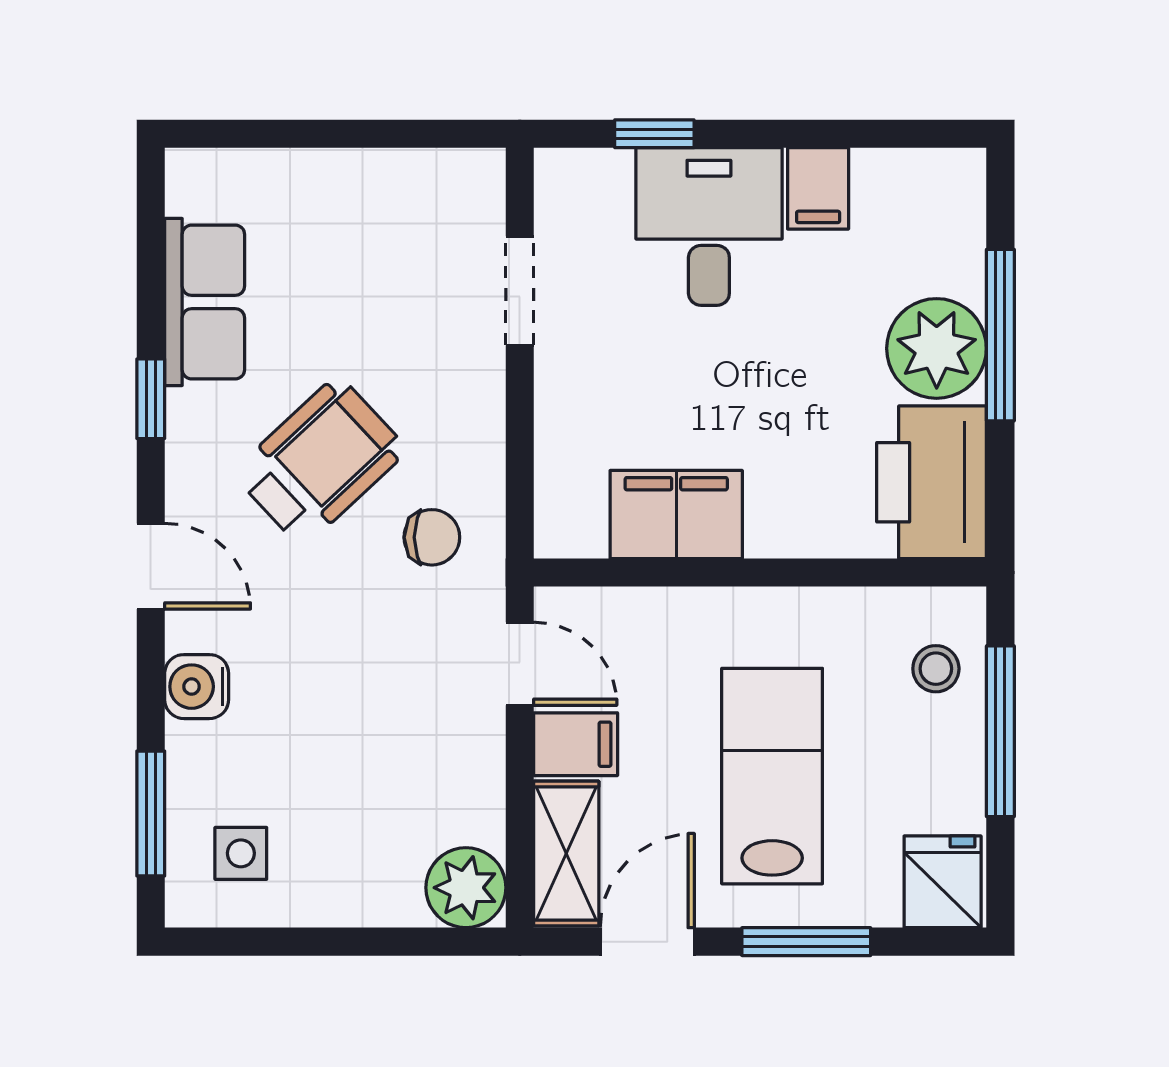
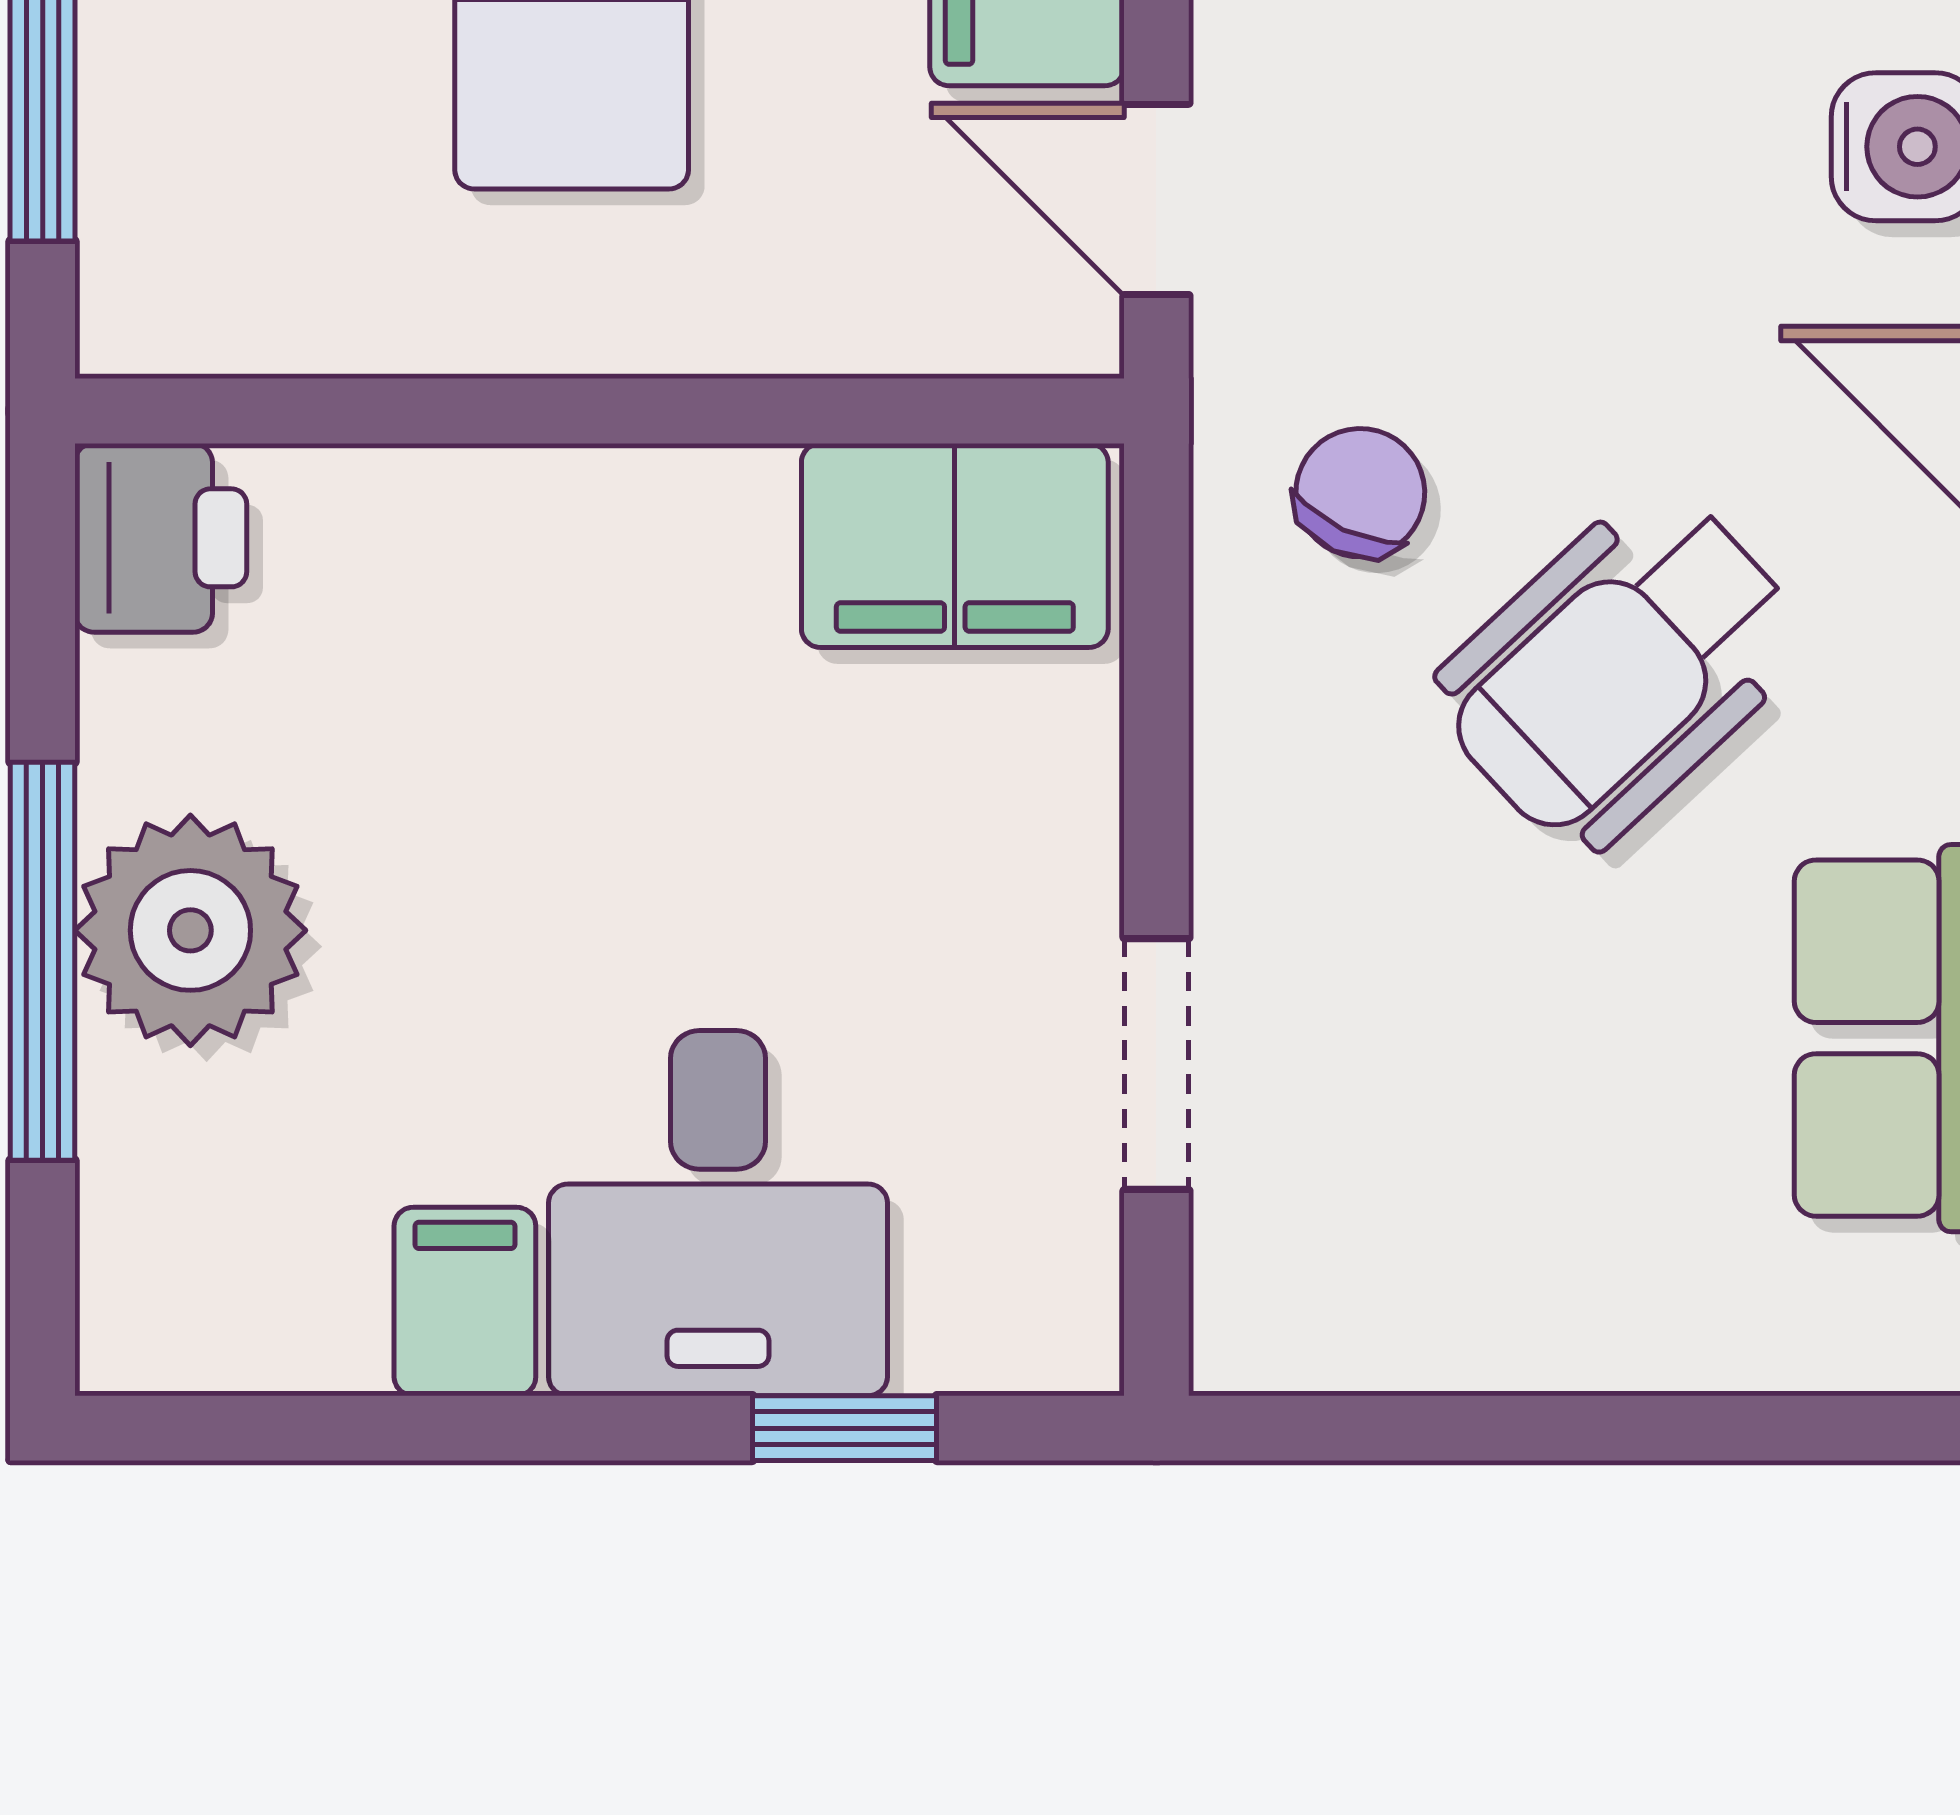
printer: (932, 482) -> (161, 538), width x0.53, depth x0.68
filing cabinet: (676, 515) -> (955, 545), moved
chair: (432, 537) -> (1360, 493), turned 115
stool: (936, 669) -> (192, 188), removed

